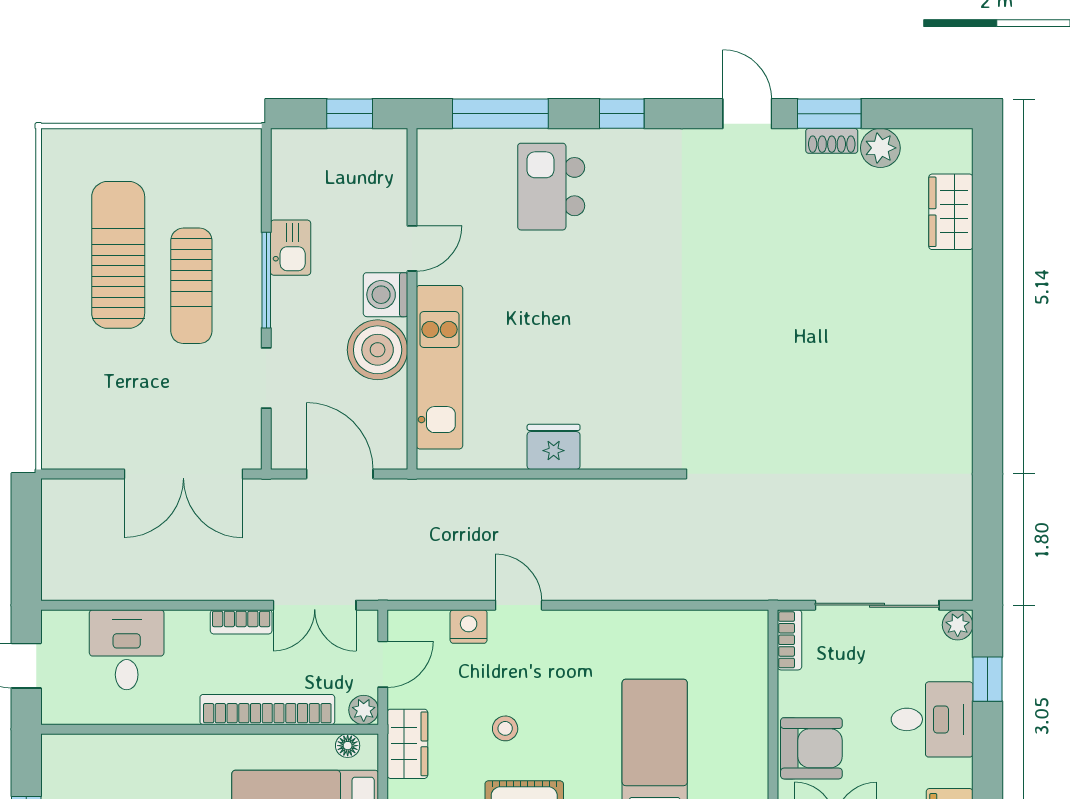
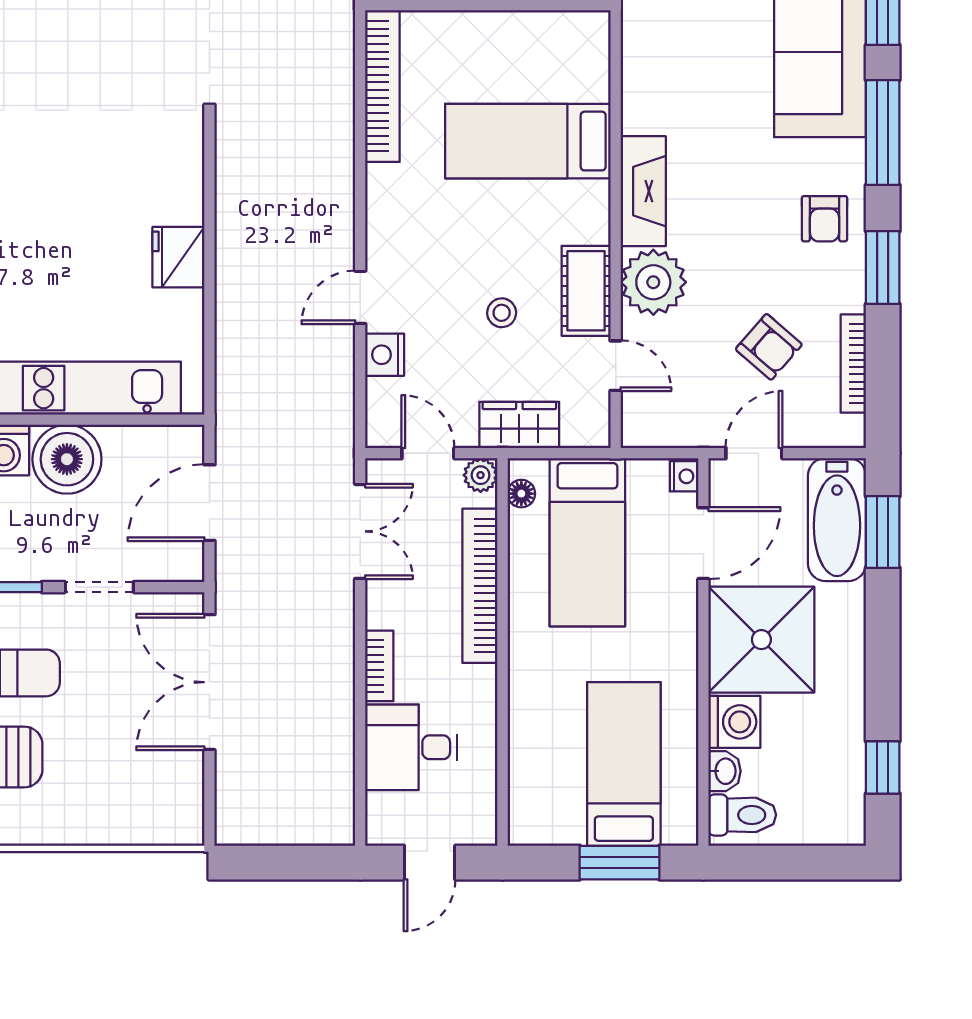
double door: (183, 474) -> (209, 682), swing flipped
bookcase: (241, 622) -> (379, 666), moved
bookcase: (703, 625) -> (382, 86), added

